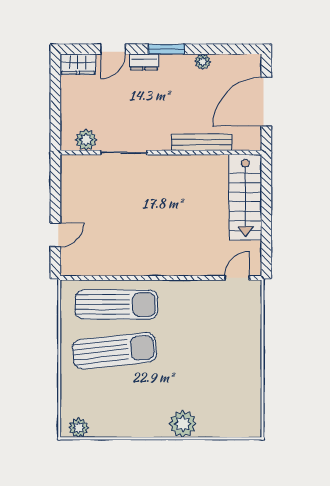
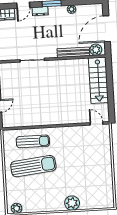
plant: (86, 140) -> (96, 50), moved
door: (237, 278) -> (97, 124), hinge flipped
sun lounger: (116, 305) -> (33, 141), width x0.73, depth x0.75

